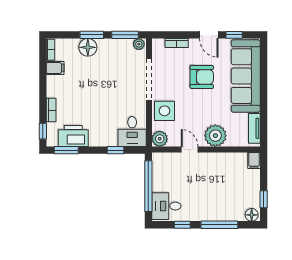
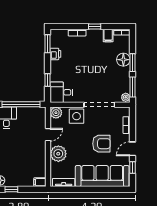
armchair: (202, 77) -> (101, 144), turned -90
window: (43, 131) -> (95, 26), moved
printer: (73, 136) -> (55, 54), width x0.53, depth x0.68

